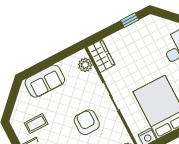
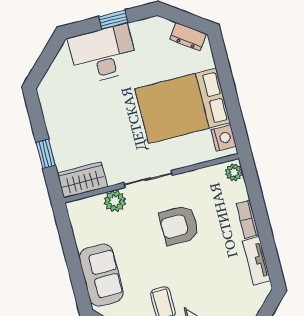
window: (130, 20) -> (46, 154), moved
plant: (85, 65) -> (115, 201), moved

